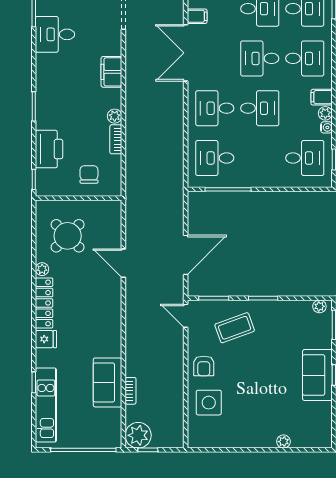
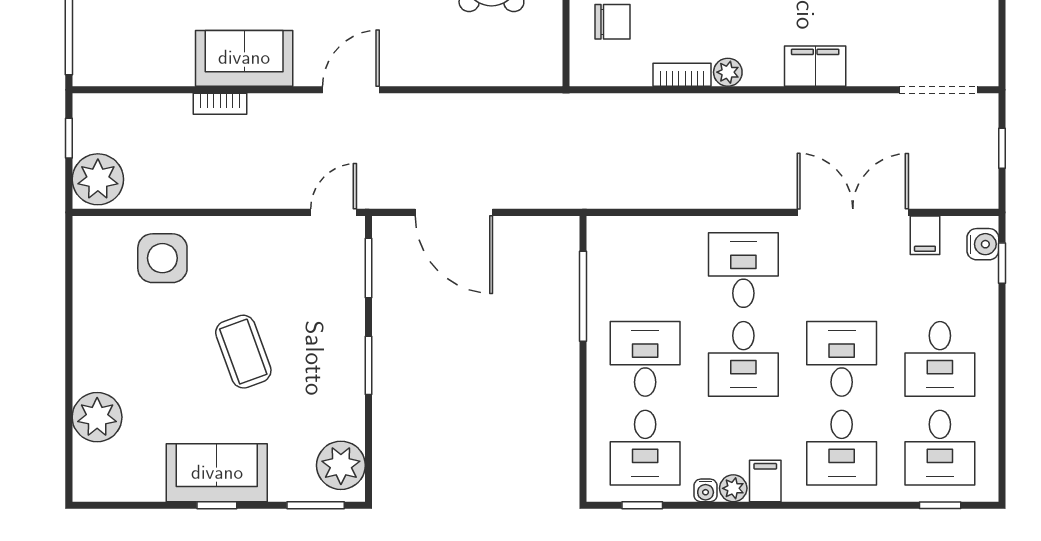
desk: (215, 158) -> (645, 359), moved
door: (123, 263) -> (351, 90), moved
plant: (319, 306) -> (341, 465), width x1.88, depth x1.88
coffee table: (235, 328) -> (243, 352), moved
armchair: (204, 366) -> (235, 248), removed
sofa: (108, 382) -> (244, 58), moved
bookcase: (131, 391) -> (220, 104), moved
plant: (138, 435) -> (98, 179), moved
plant: (283, 442) -> (97, 417), width x1.87, depth x1.87

